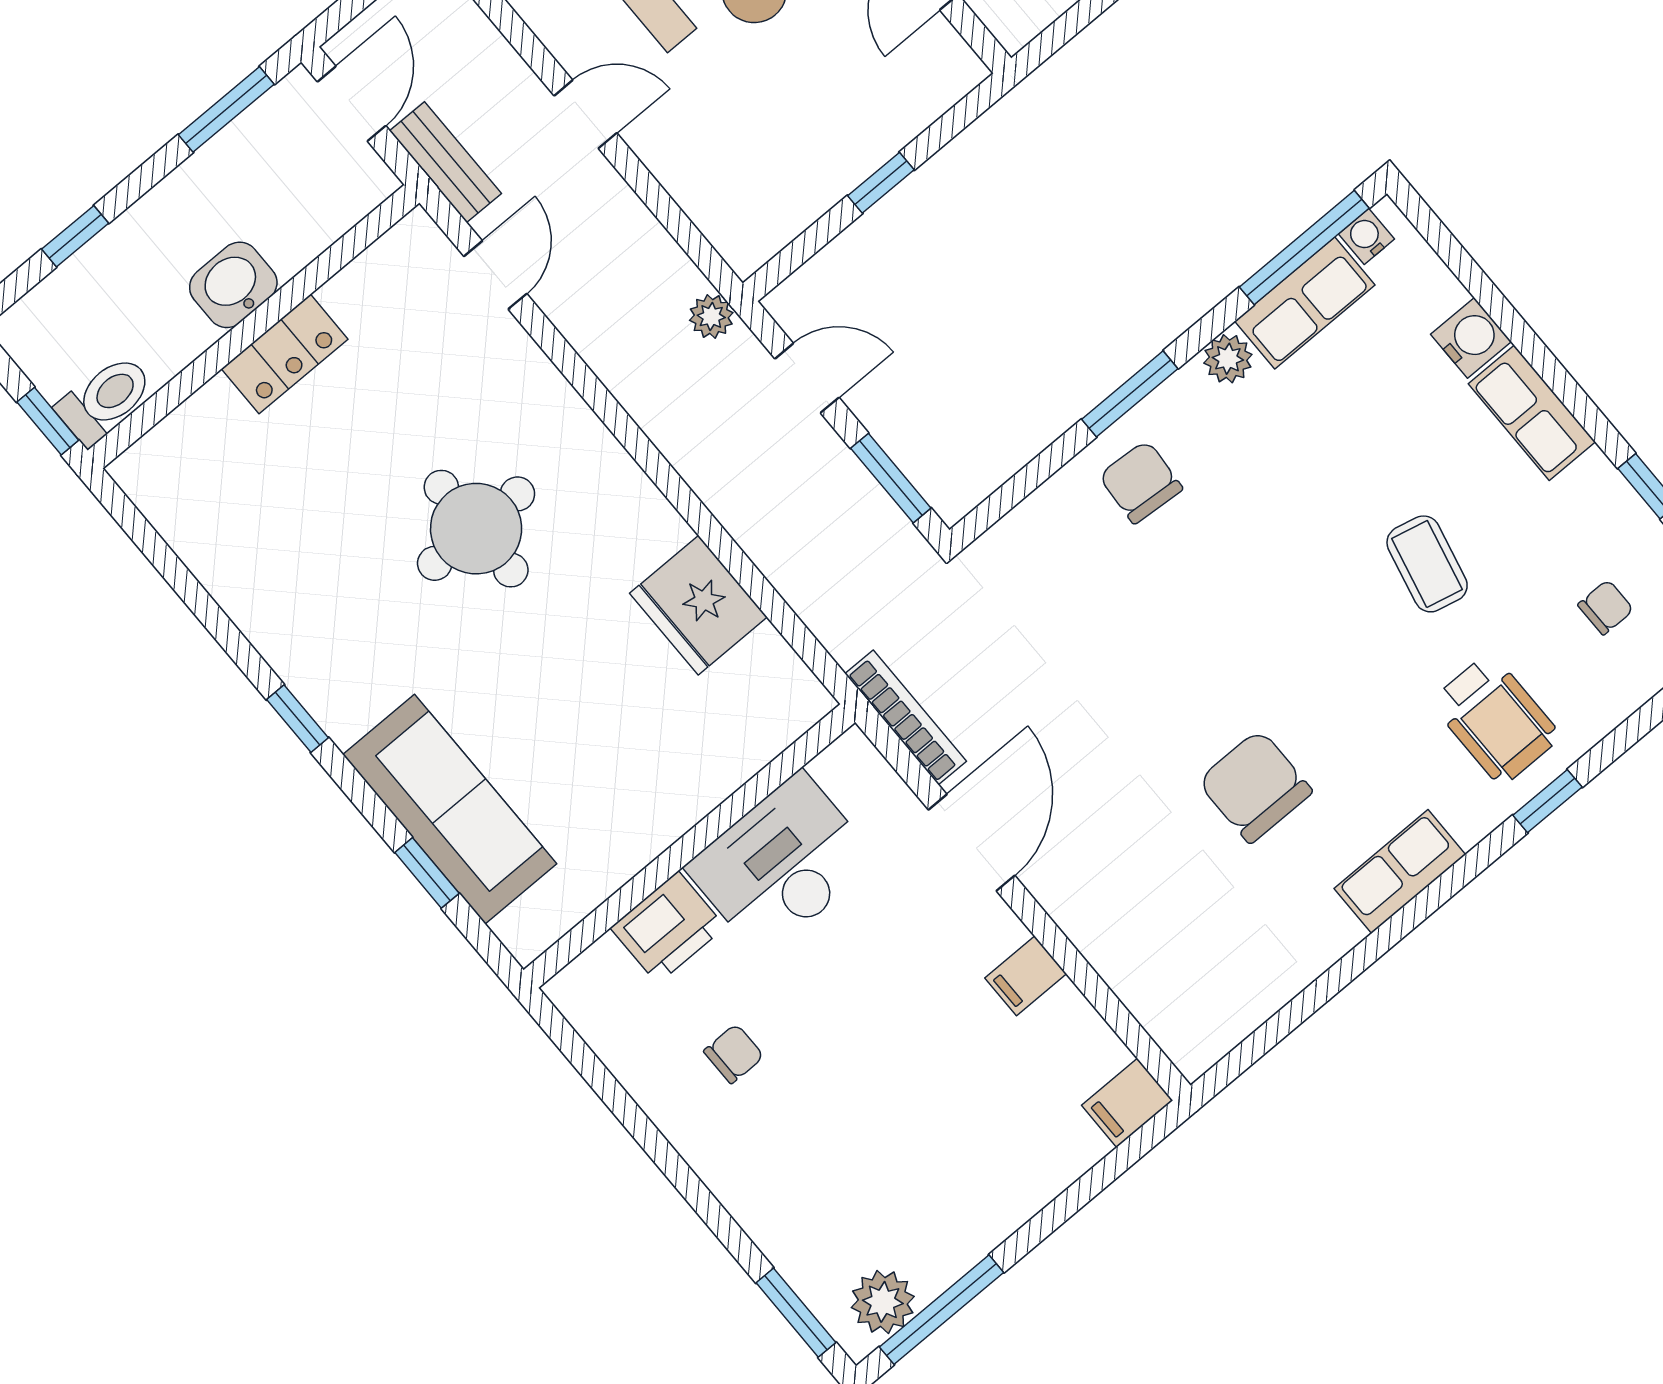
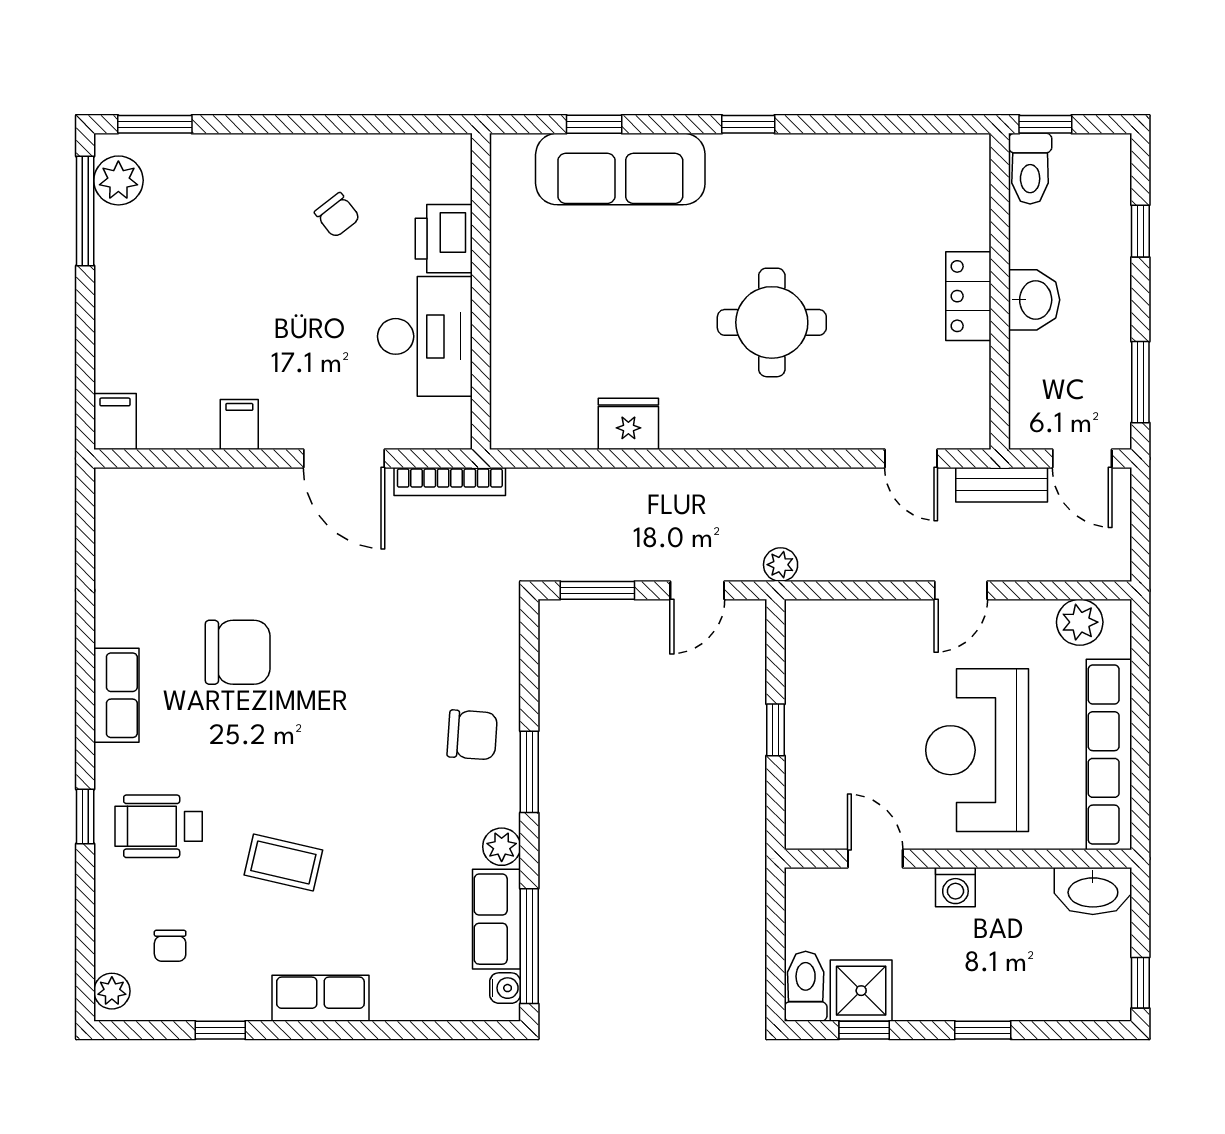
water cooler: (1471, 338) -> (394, 999), removed
fridge: (698, 605) -> (628, 424), width x0.73, depth x0.75
chair: (734, 1054) -> (337, 215), turned -38

